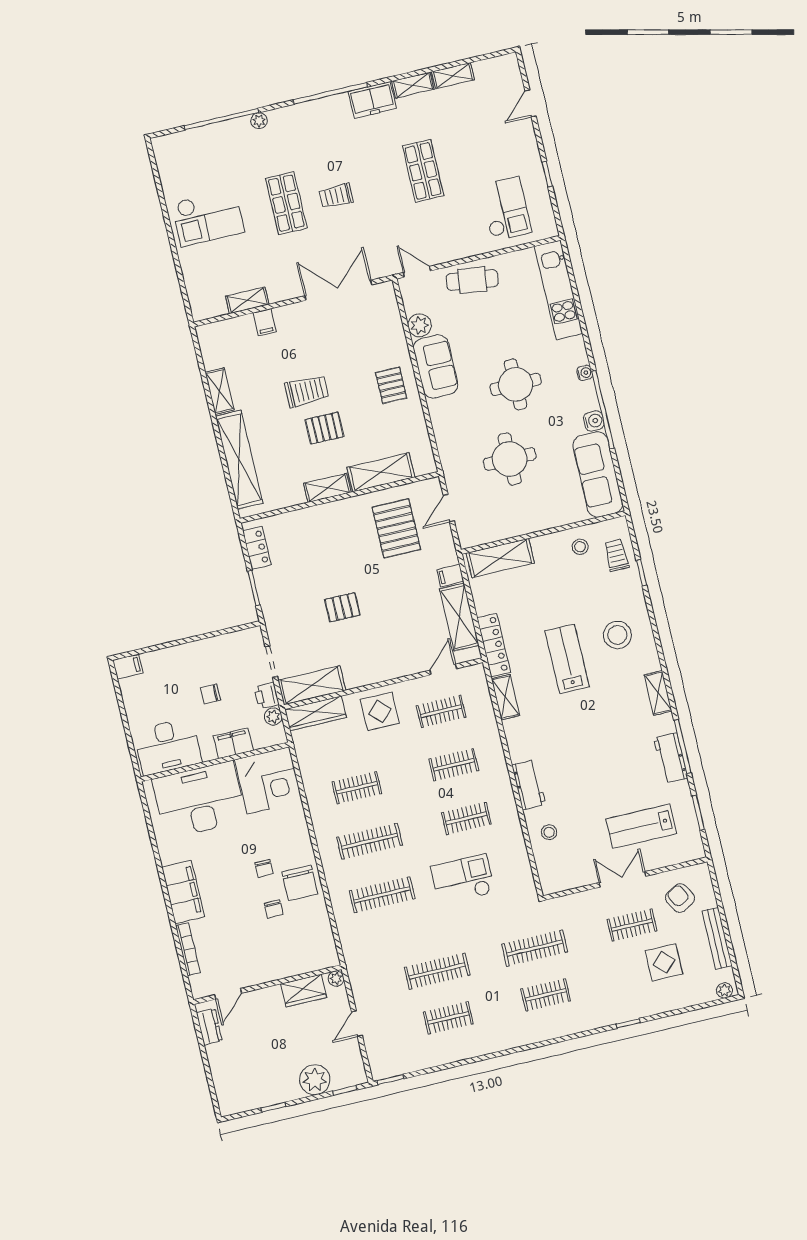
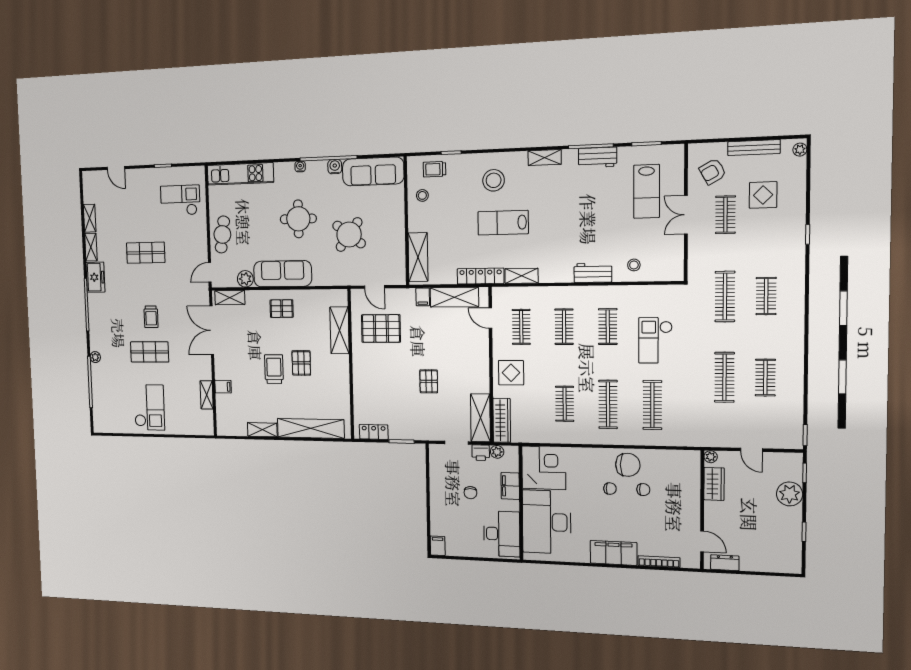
sofa: (436, 366) -> (283, 274), width x1.36
round table: (510, 459) -> (349, 235), turned 37
shelving: (327, 488) -> (230, 298), moved, turned 90

